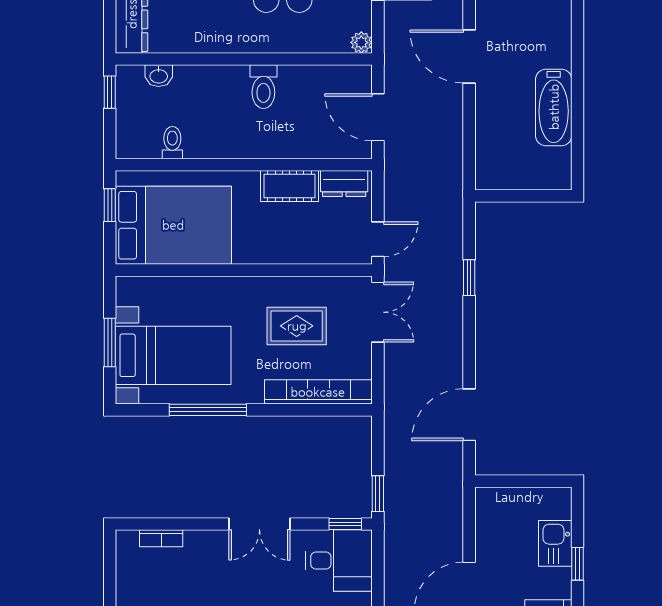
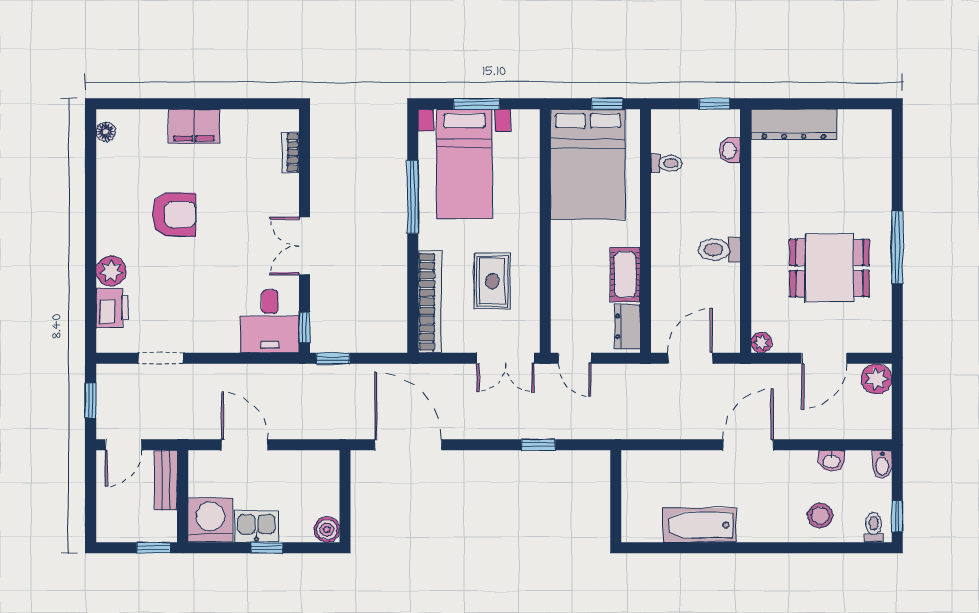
door: (469, 415) -> (408, 445), width x1.36
boiler: (558, 500) -> (327, 530), added
kitchen sink: (555, 543) -> (256, 526), moved

